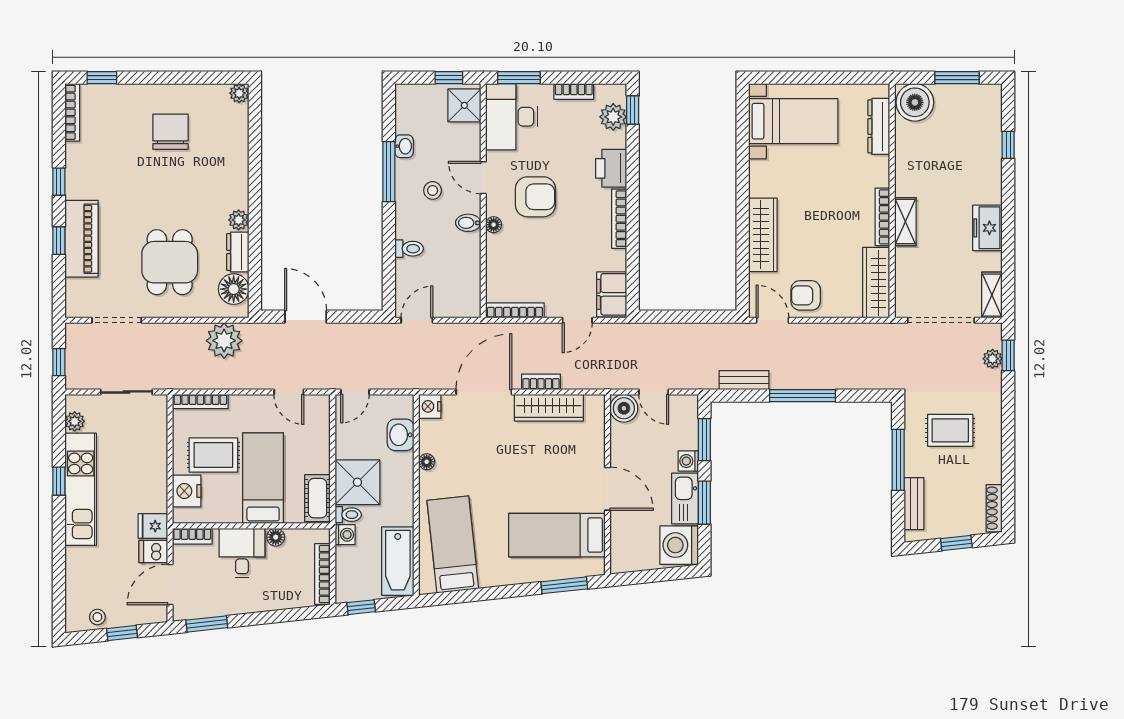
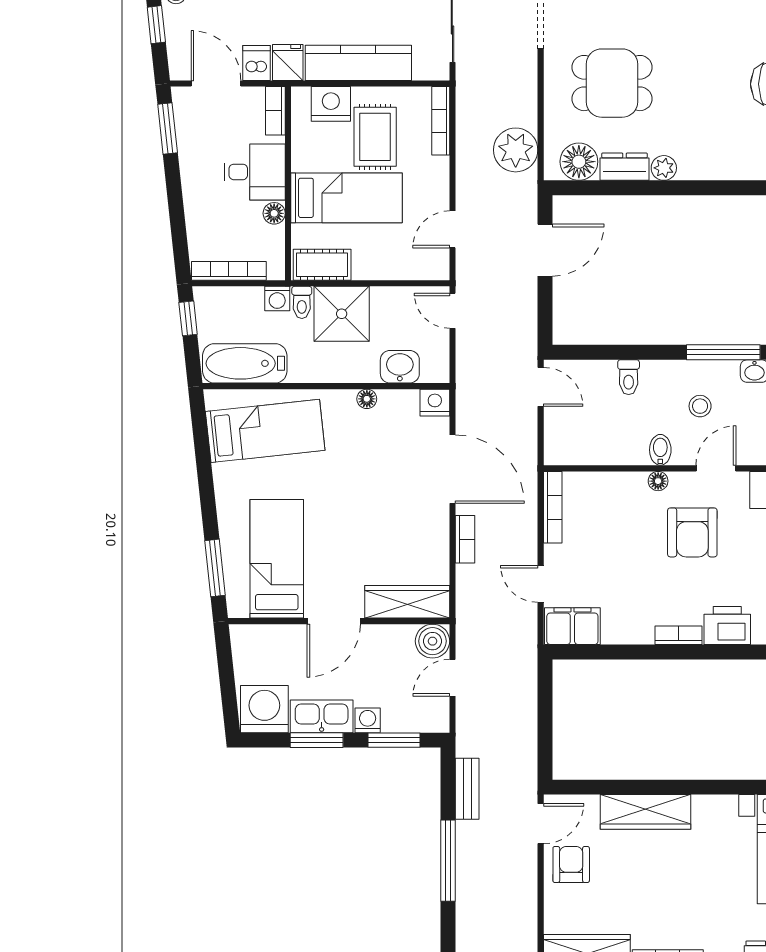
bookcase: (619, 219) -> (678, 635), width x0.64
wardrobe: (549, 408) -> (407, 602), moved, turned 90
kitchen counter: (153, 469) -> (358, 63), added

